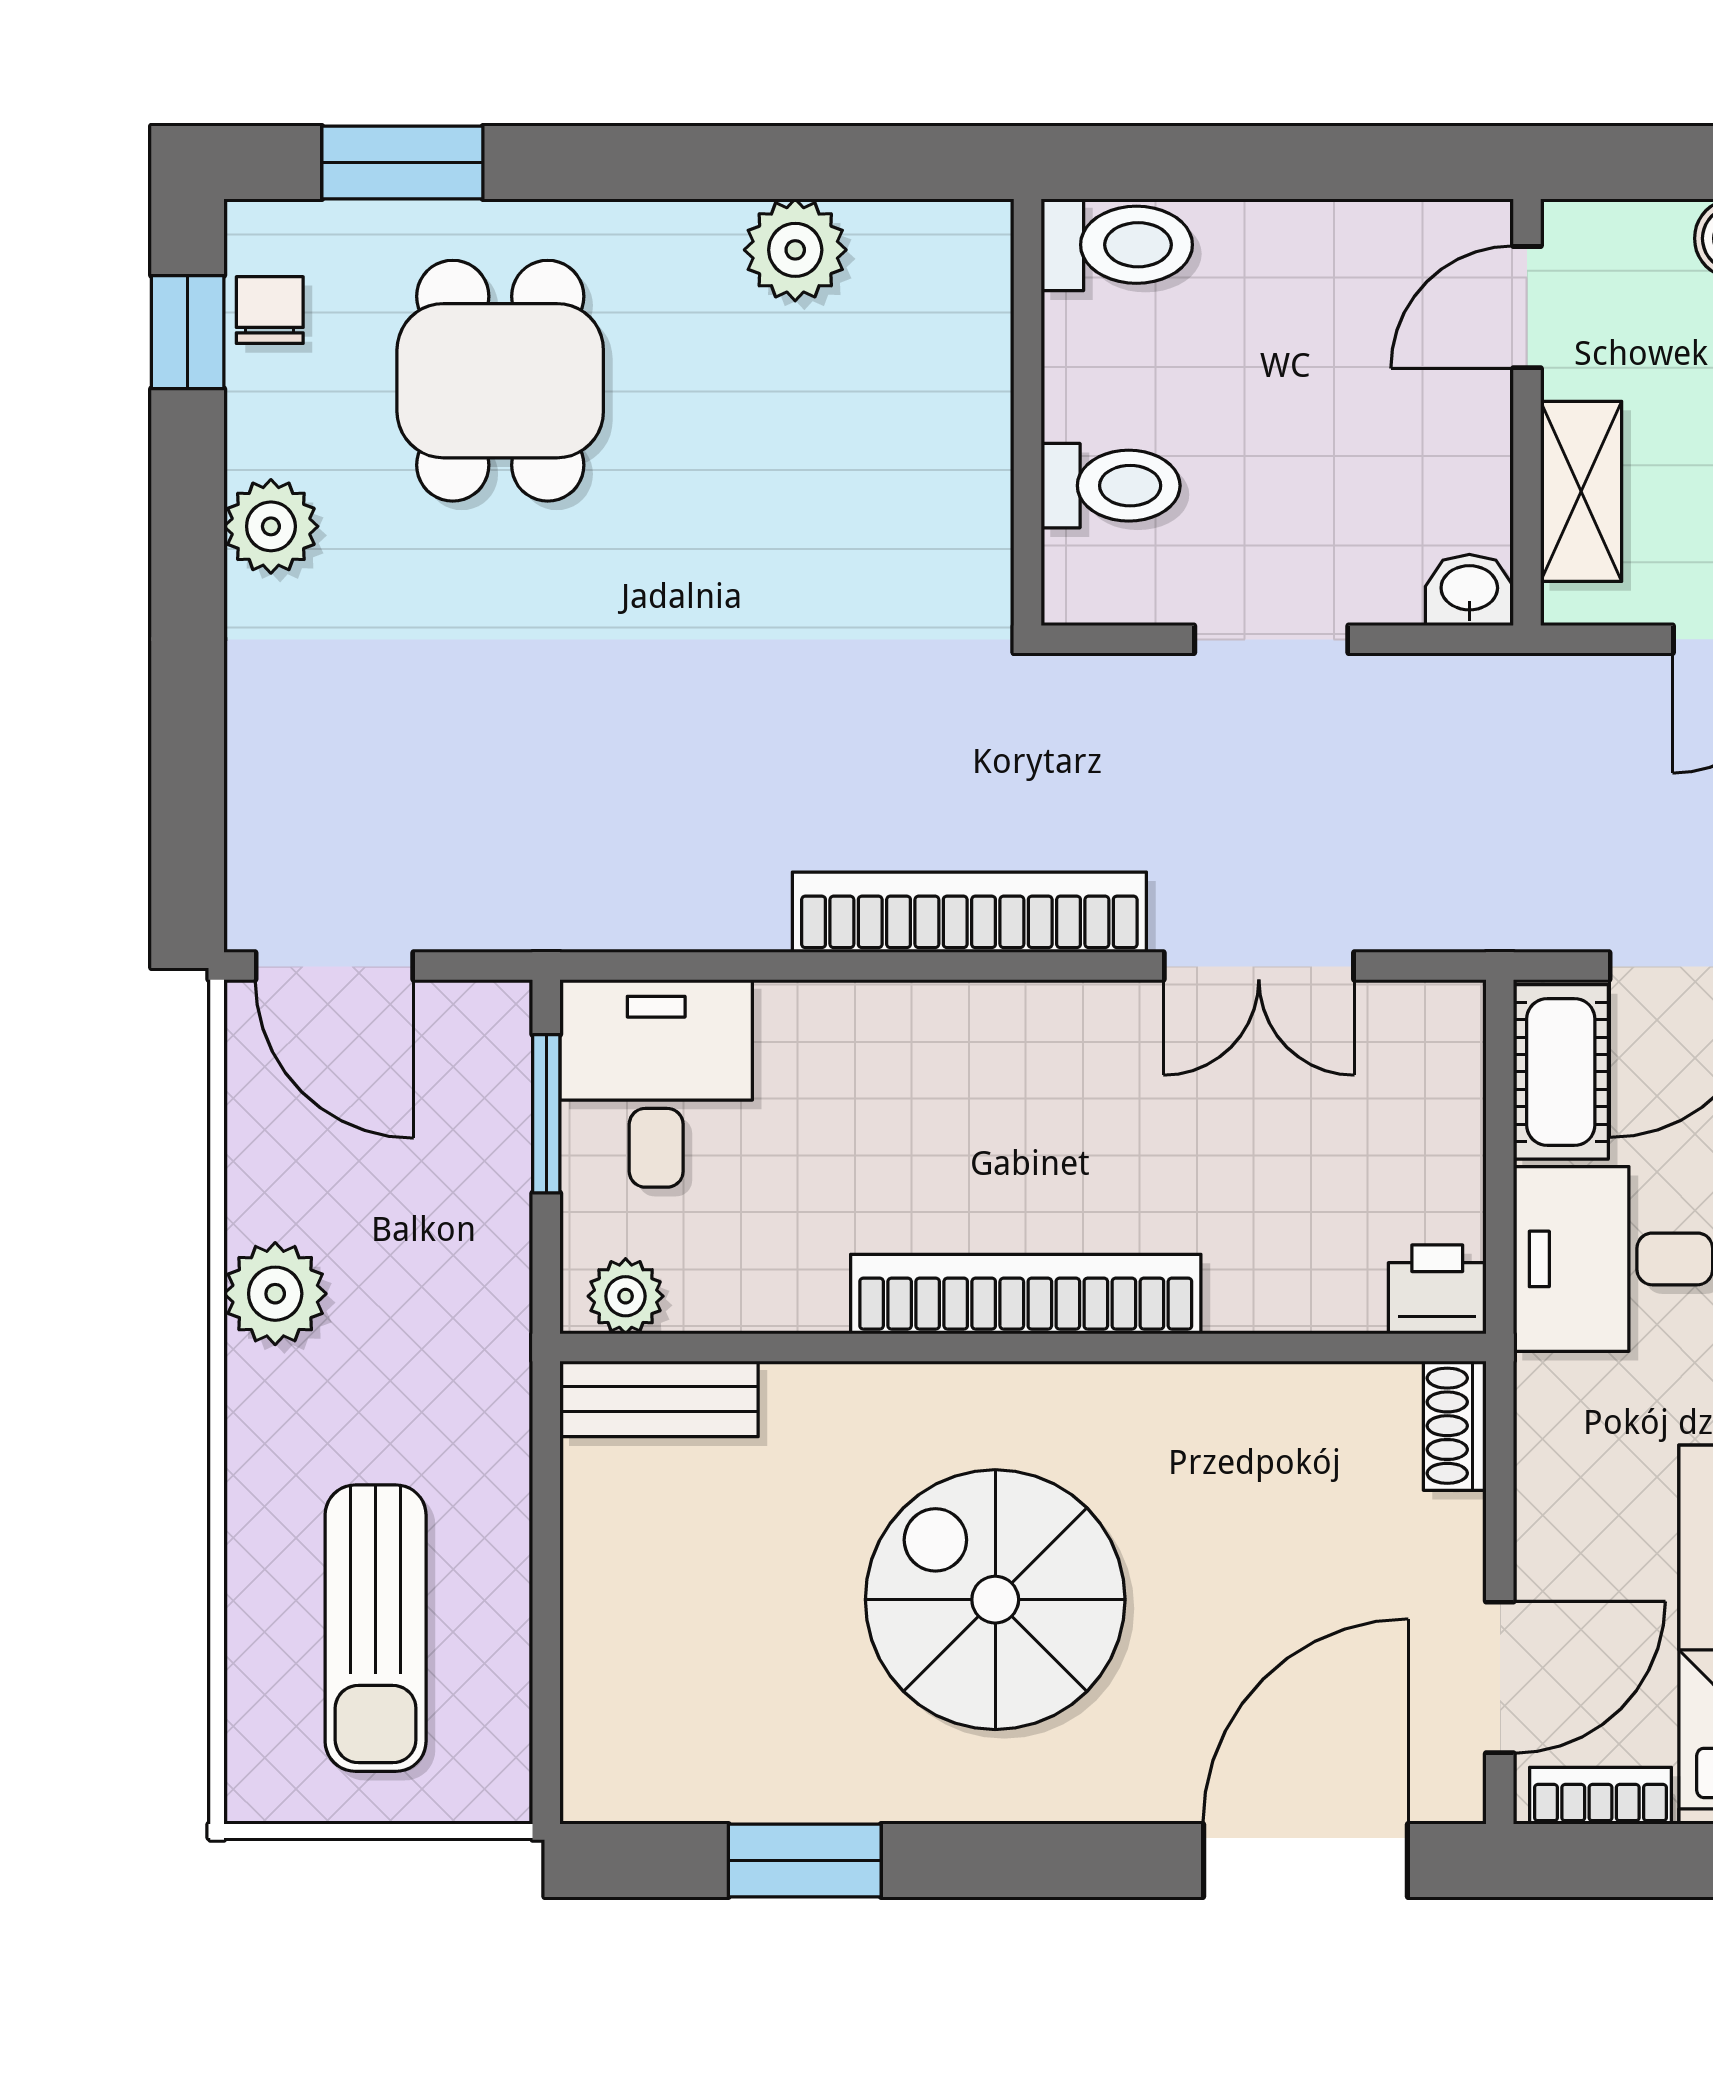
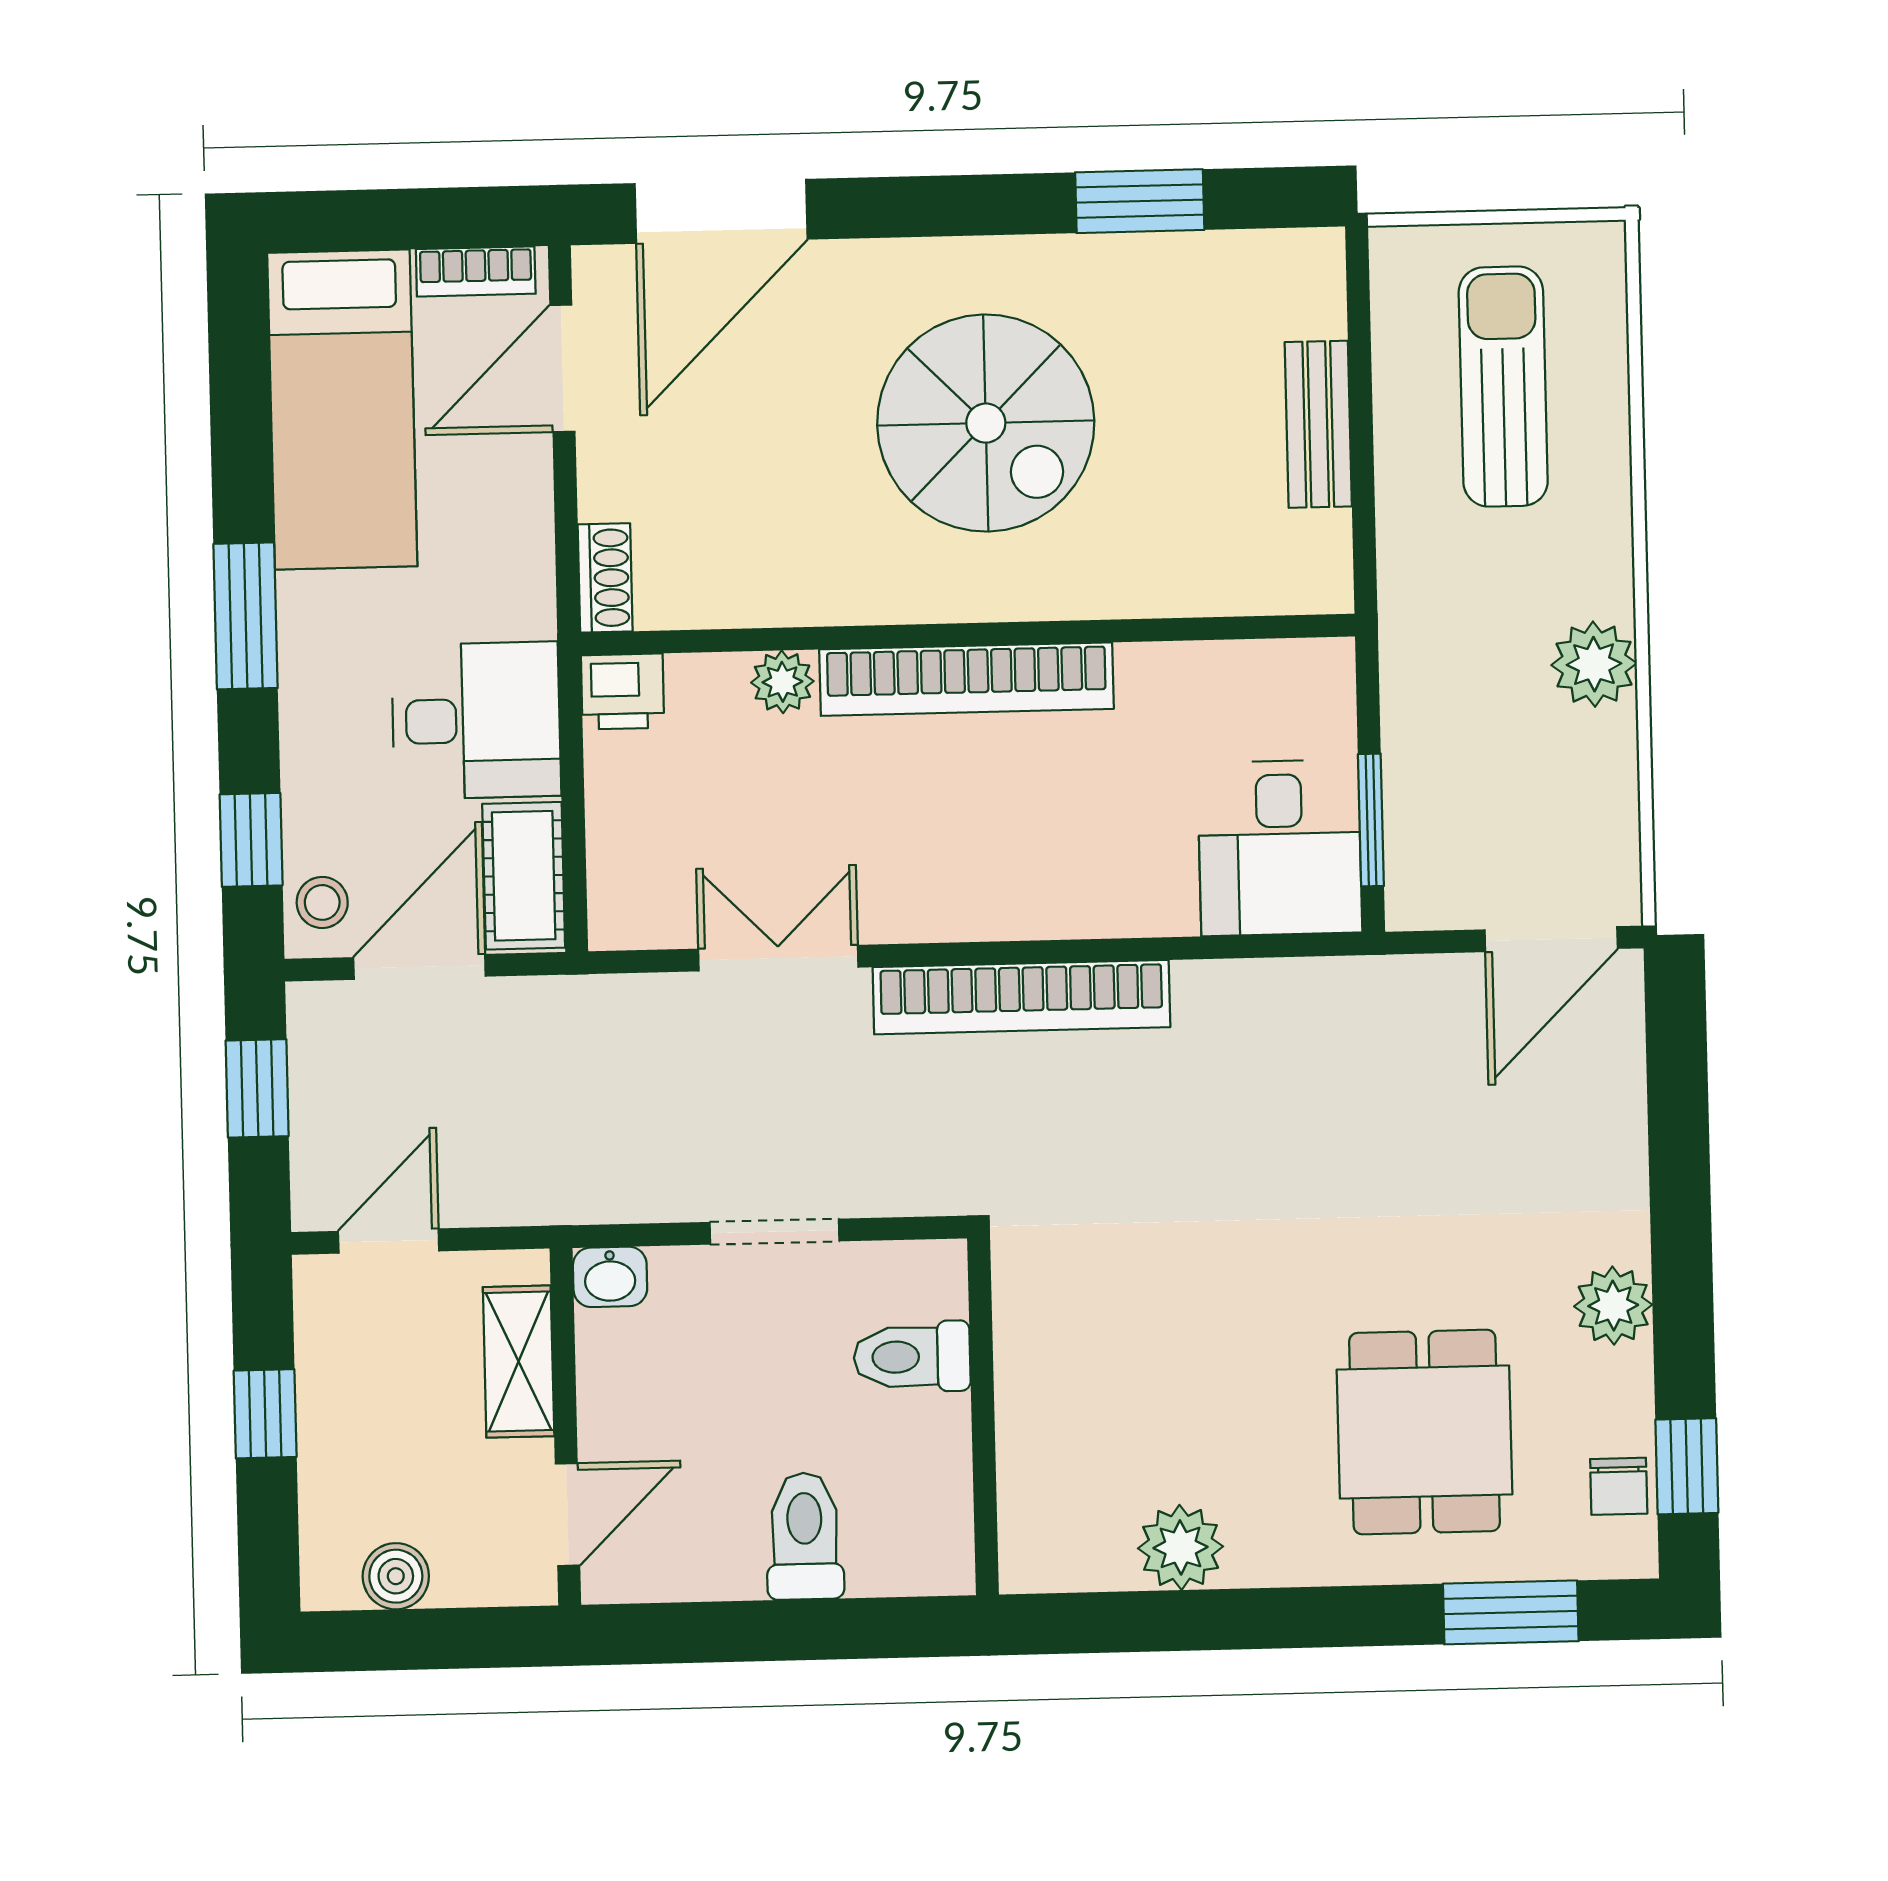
toilet: (1117, 245) -> (805, 1536), moved, turned 90
door: (334, 966) -> (1551, 939), swing flipped
plant: (626, 1296) -> (782, 682), moved
bench: (659, 1399) -> (1318, 424), moved, turned 90

